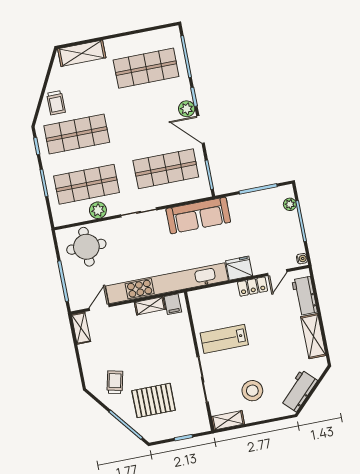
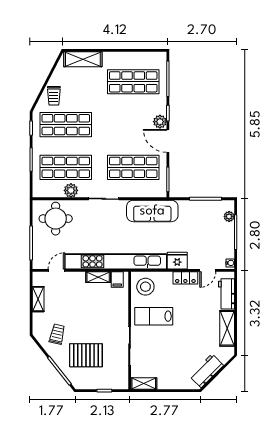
shelving: (81, 328) -> (38, 299), moved
stool: (252, 391) -> (145, 287), moved

